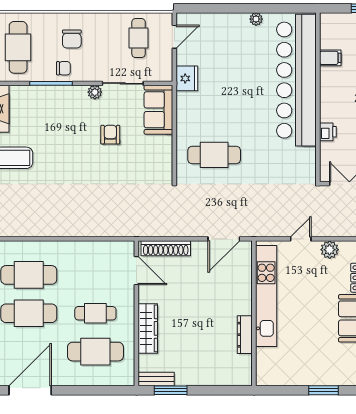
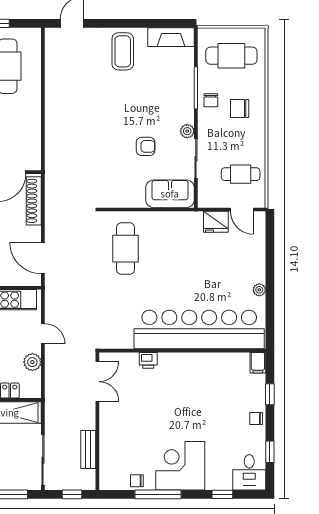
filing cabinet: (330, 58) -> (258, 363), moved
fridge: (187, 78) -> (216, 222), moved

